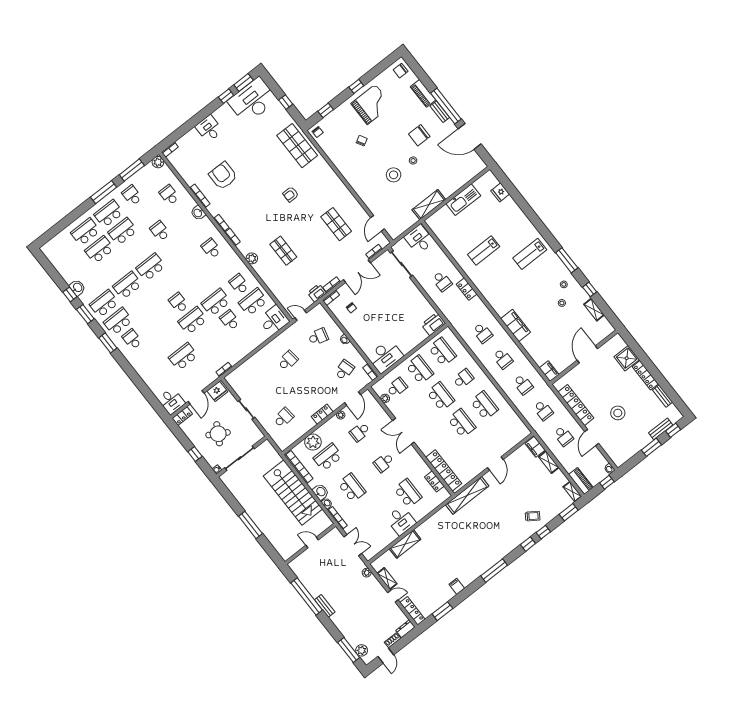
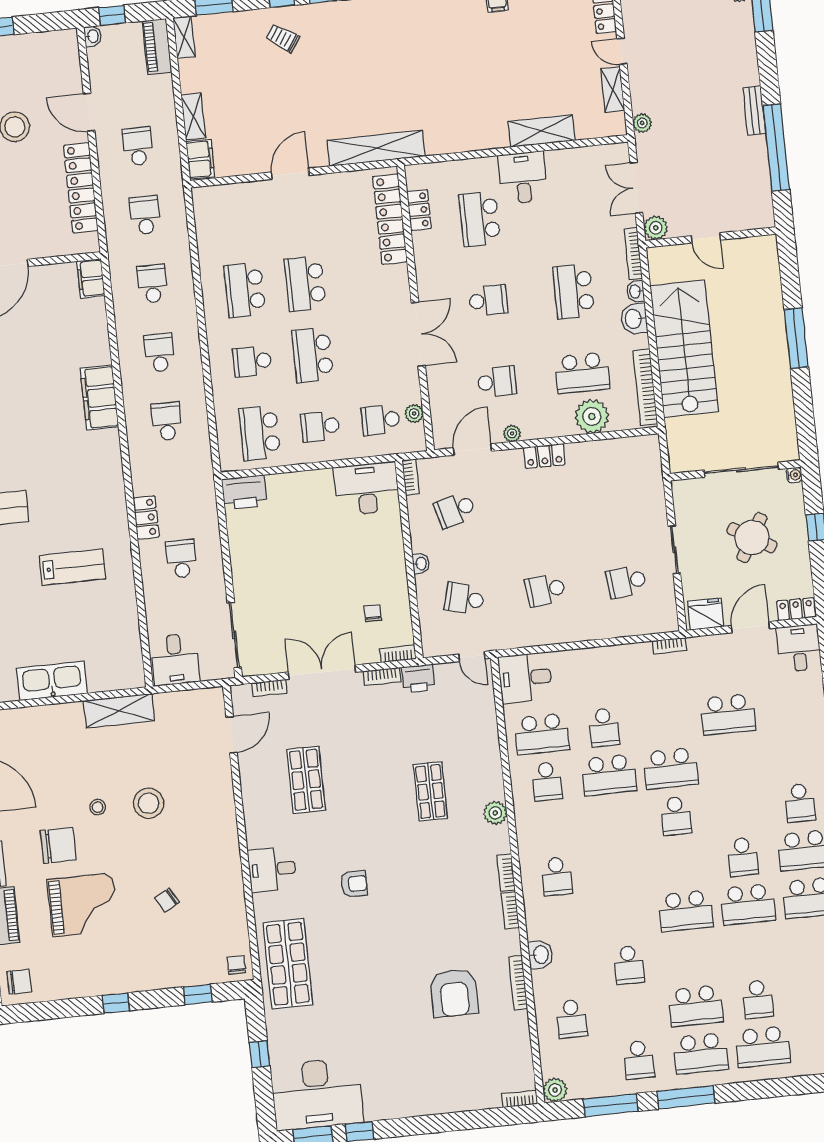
grand piano: (371, 104) -> (83, 905), moved, turned 180
desk: (209, 129) -> (272, 869), moved, turned 90
school desk: (99, 250) -> (758, 999), width x0.54
school desk: (141, 303) -> (743, 857), added
school desk: (420, 370) -> (320, 426), width x0.54
school desk: (284, 418) -> (626, 582), moved
door: (592, 438) -> (89, 112), swing flipped
plant: (335, 534) -> (656, 228), added

